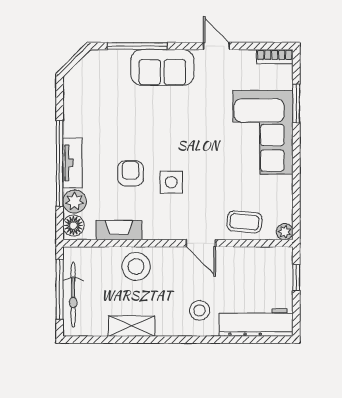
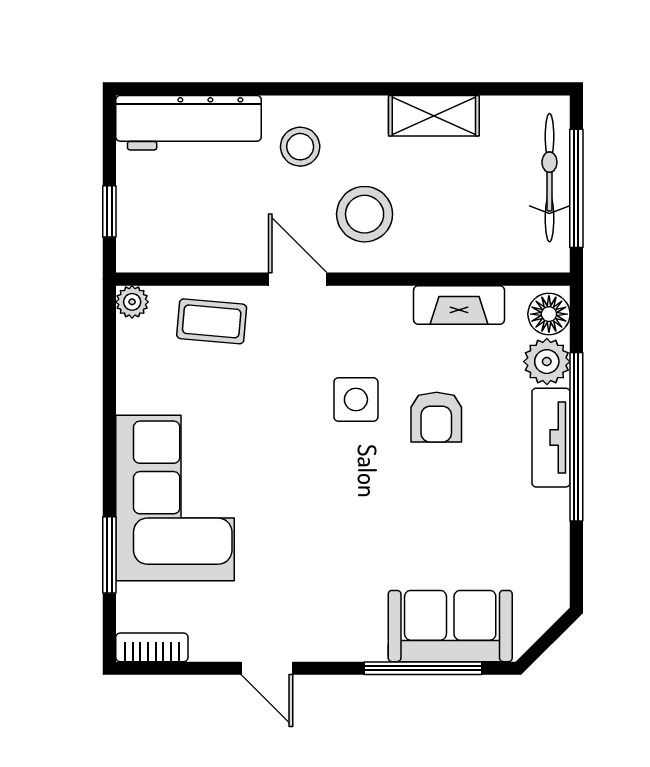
sofa: (162, 67) -> (450, 626), moved
stool: (136, 266) -> (365, 214), moved

